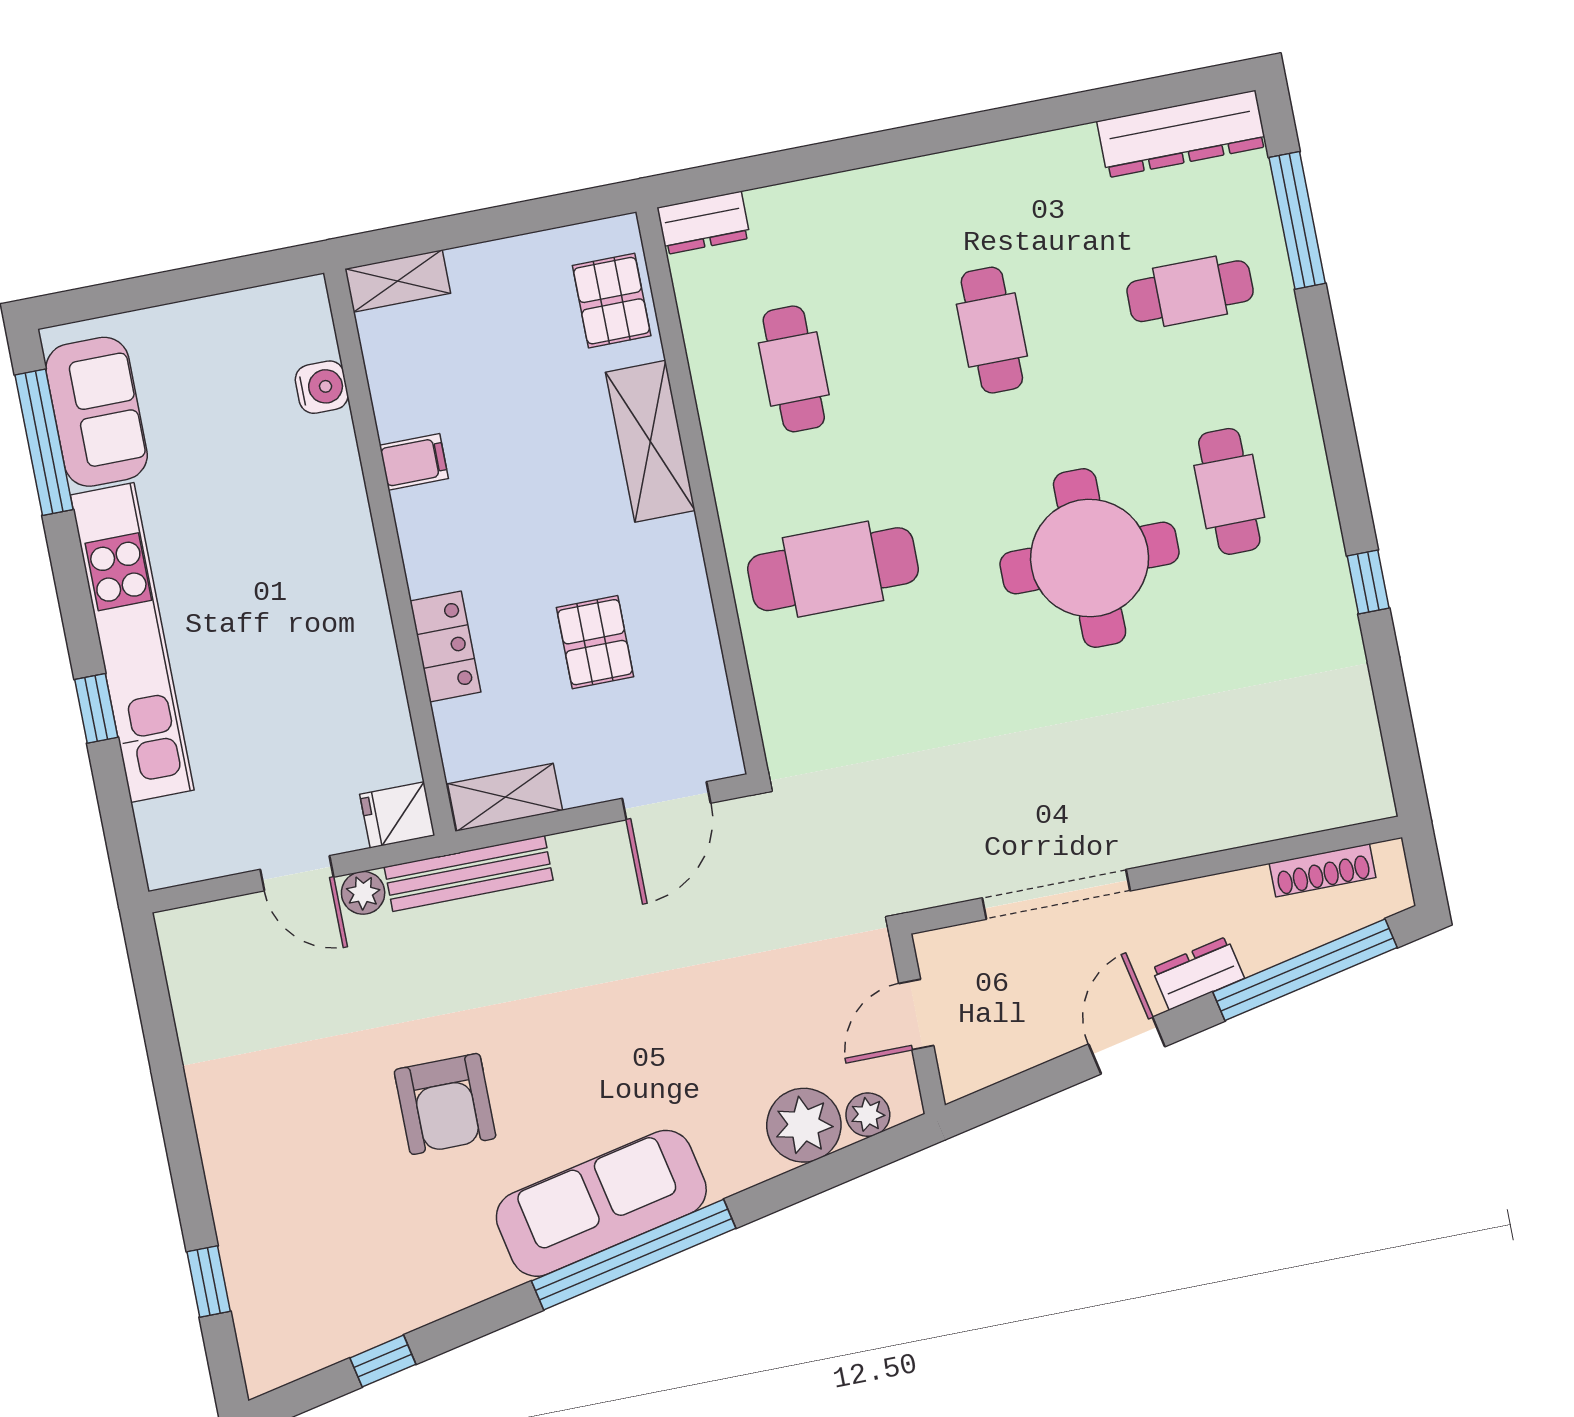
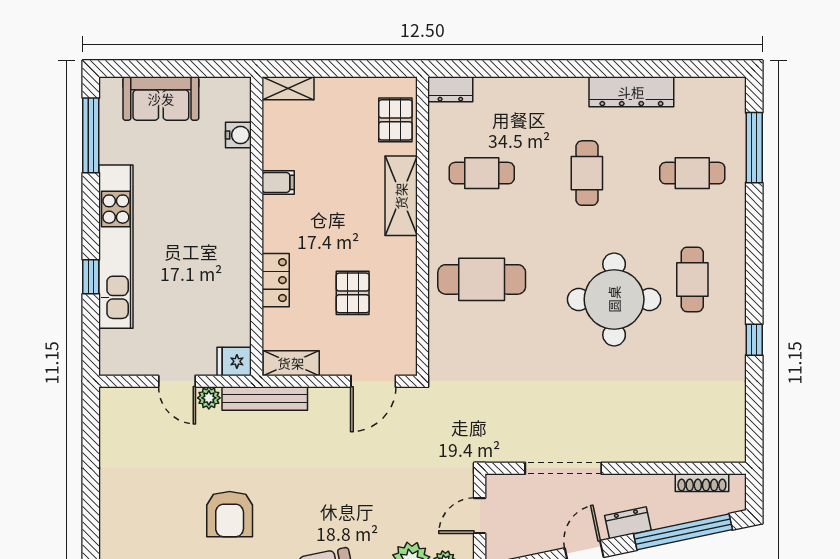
dresser: (1182, 134) -> (631, 92), moved
cafe table: (794, 369) -> (482, 173), turned 90
sofa: (97, 412) -> (161, 99), moved, turned 90

